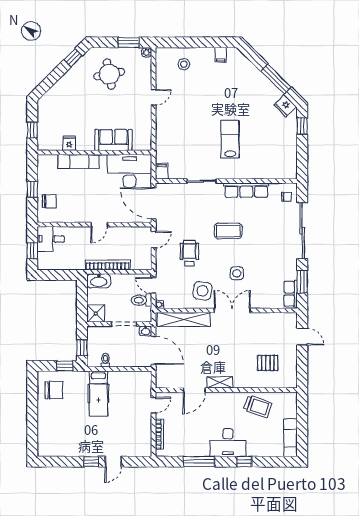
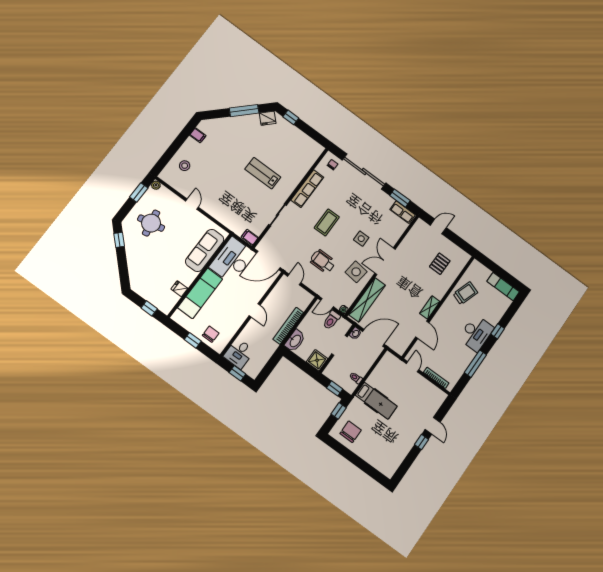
sofa: (113, 140) -> (205, 250), width x1.36
exam couch: (79, 161) -> (200, 293), width x1.36, depth x1.45

